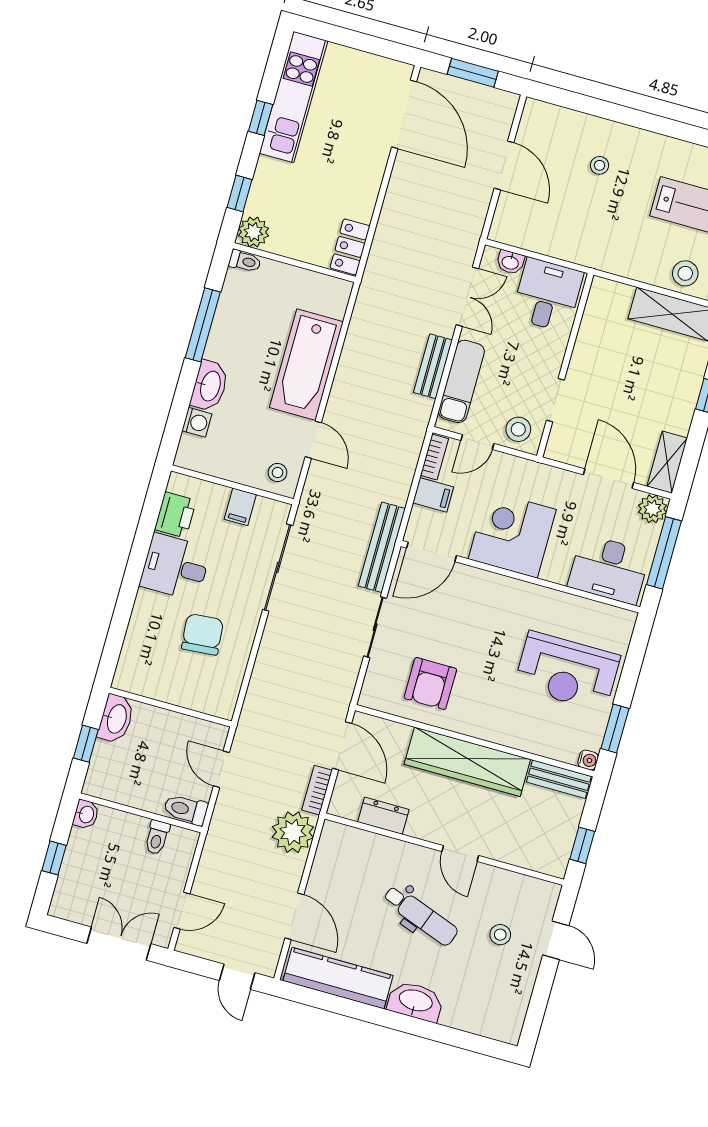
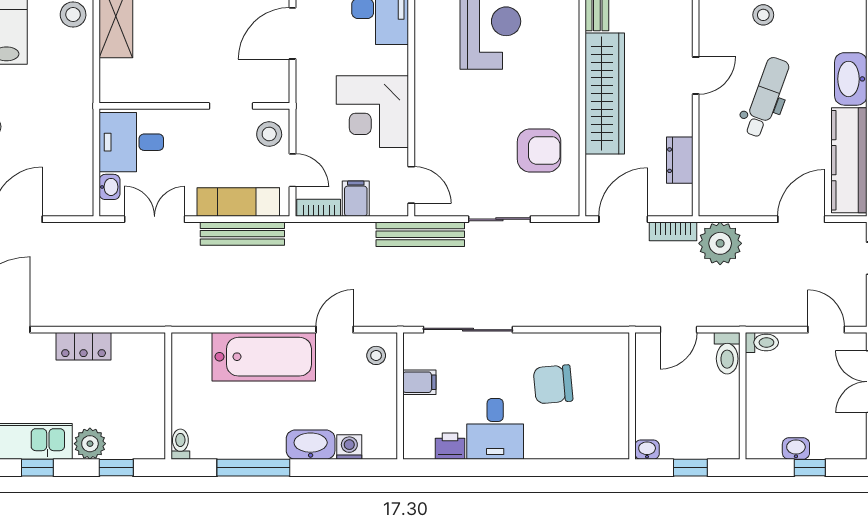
plant: (254, 232) -> (90, 444), moved
locker: (350, 247) -> (84, 346), moved
bench: (433, 366) -> (242, 234), width x1.36
printer: (175, 515) -> (450, 446), width x0.73, depth x0.81
door: (431, 552) -> (411, 185), width x0.73
washbasin: (116, 719) -> (647, 450), width x0.52, depth x0.69
washbasin: (86, 814) -> (796, 449), moved
toilet: (157, 837) -> (762, 342), moved

